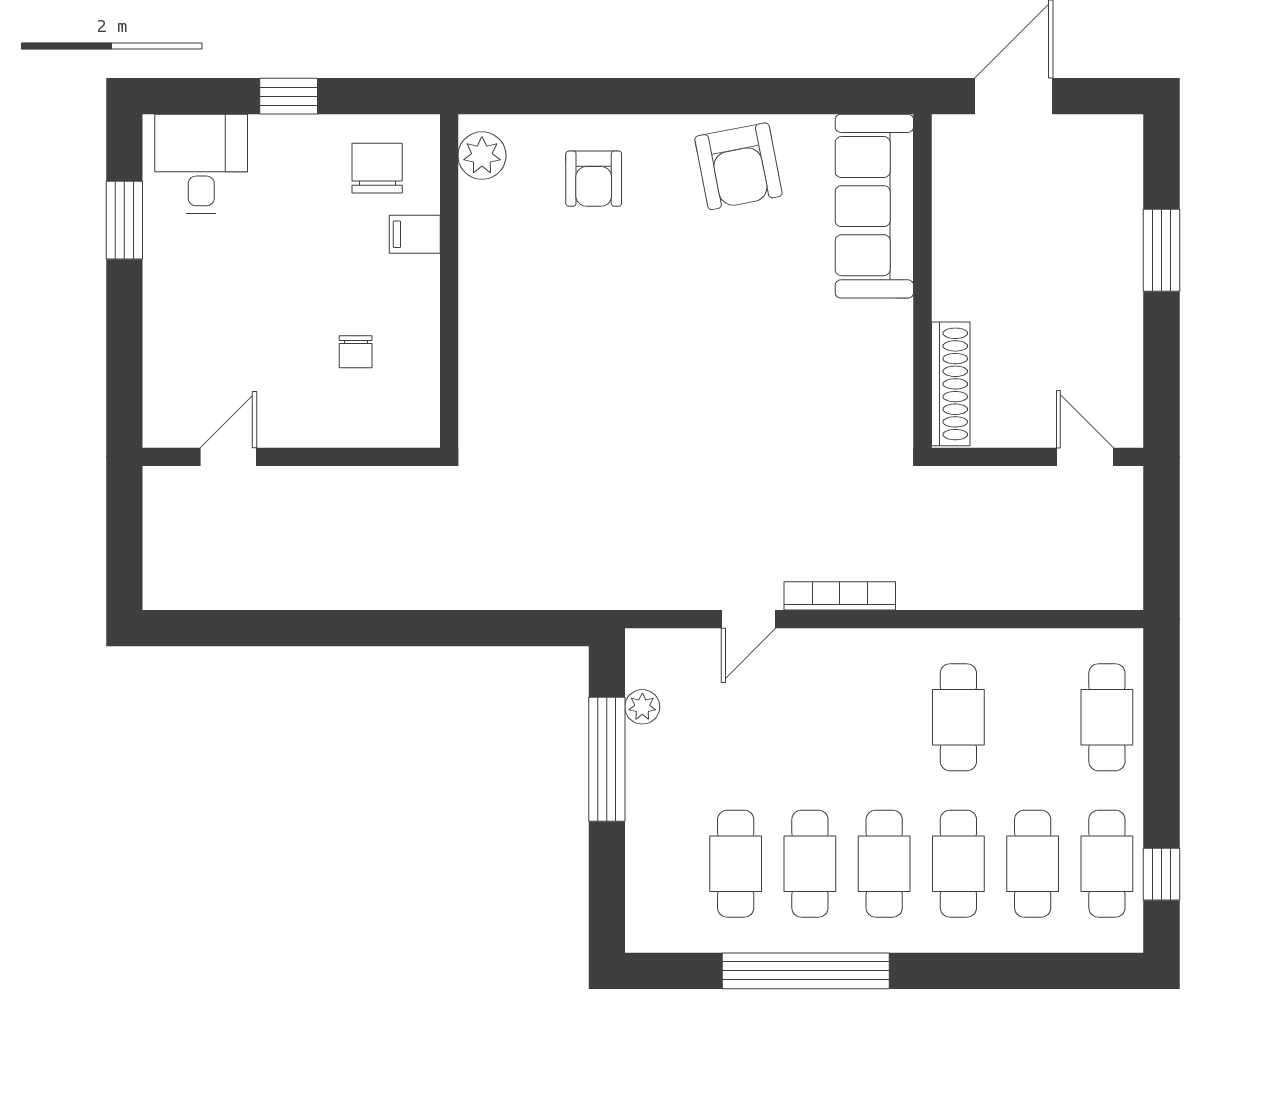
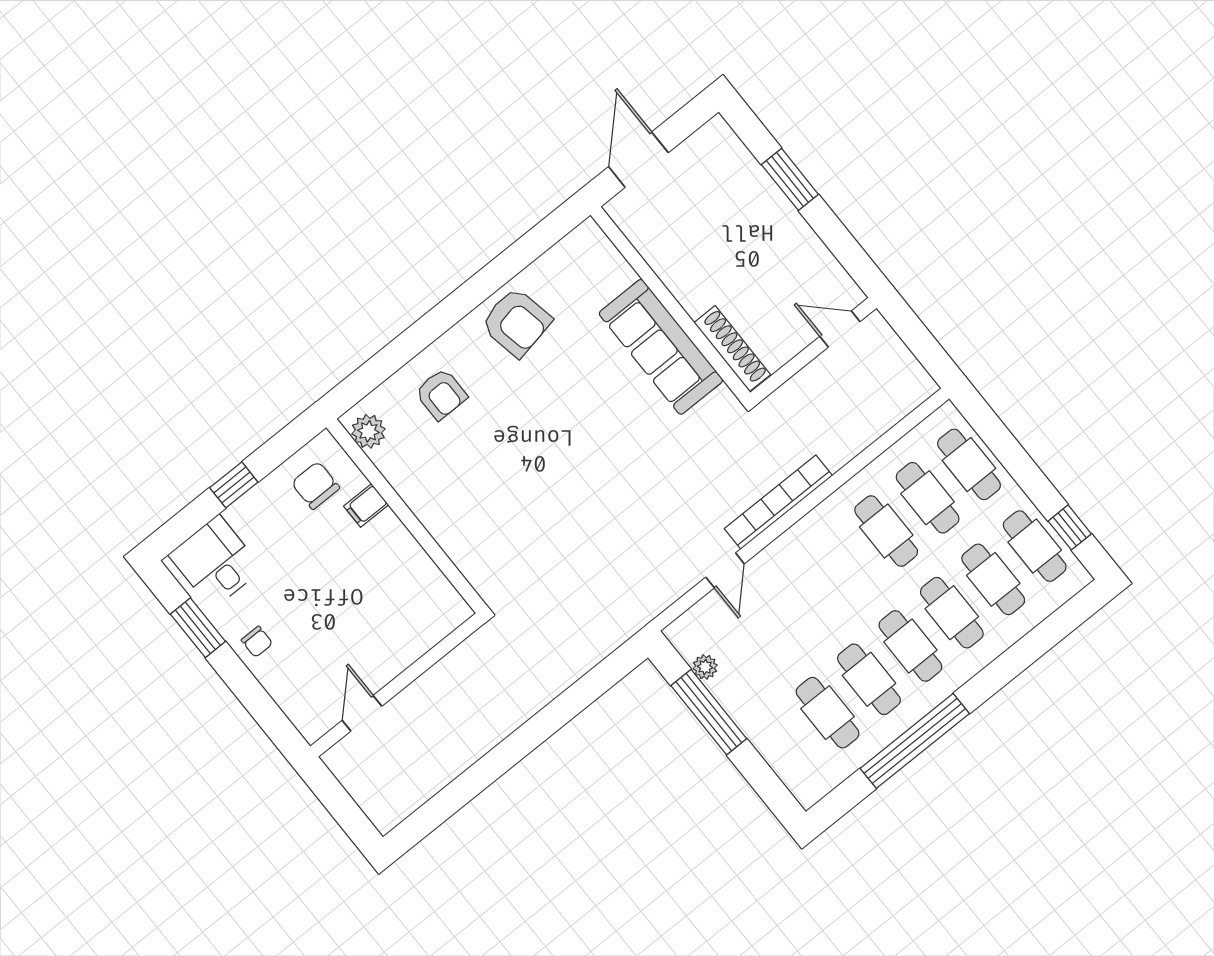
sofa: (874, 206) -> (661, 347), moved
chair: (356, 352) -> (257, 642), moved
bookcase: (840, 596) -> (778, 502), width x1.48, depth x1.31
cafe table: (1033, 717) -> (928, 498), added

